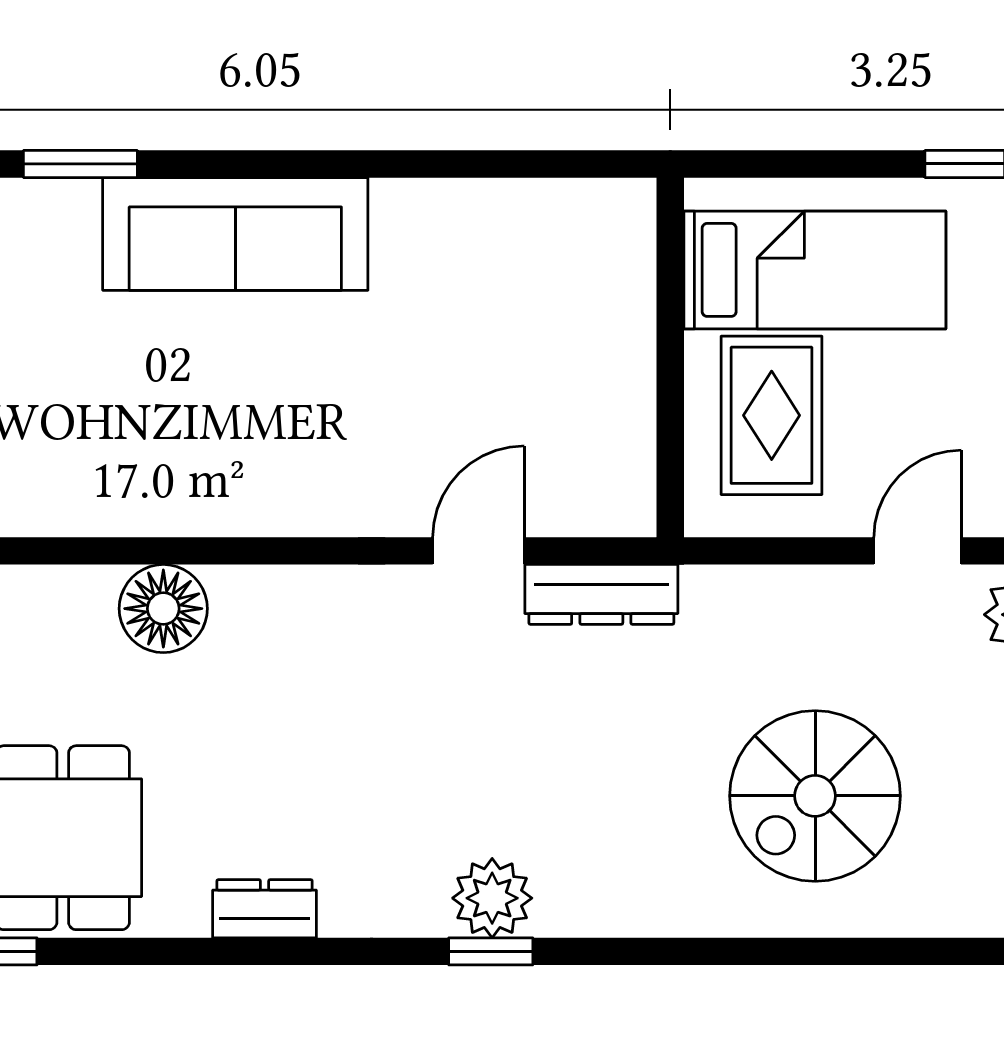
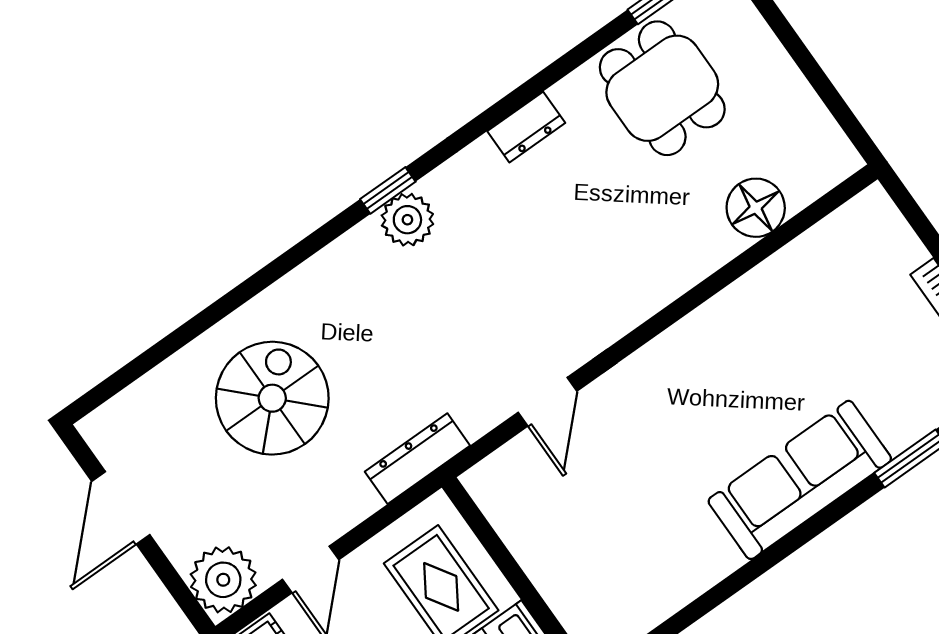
dresser: (601, 594) -> (417, 459), moved
floor lamp: (163, 609) -> (756, 208), moved

